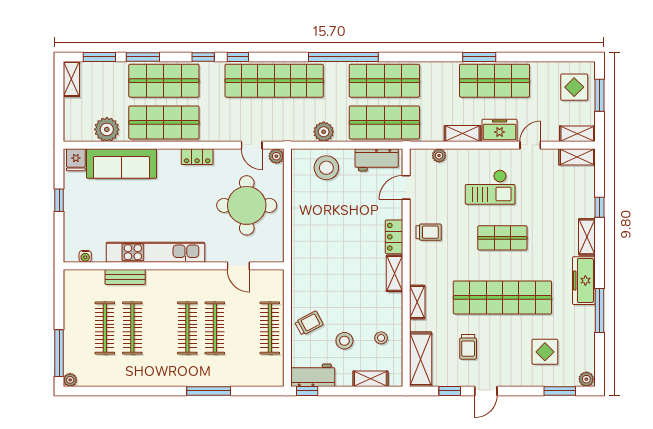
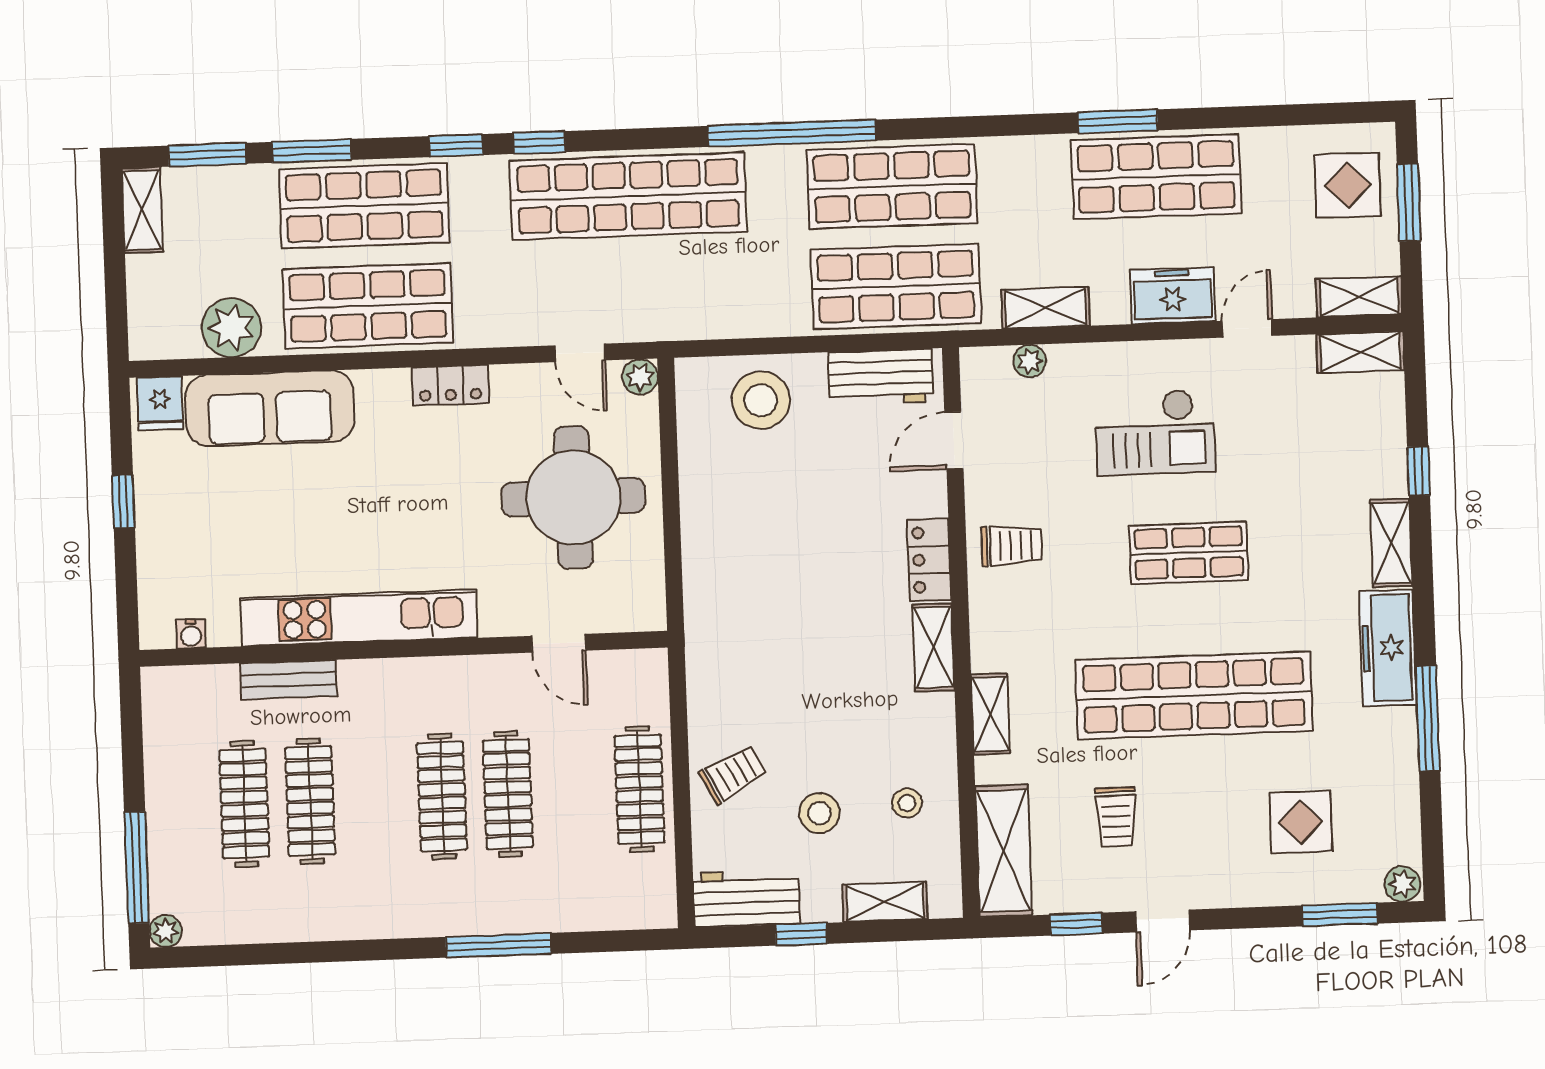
plant: (324, 132) -> (751, 314), removed
shelving: (462, 134) -> (1046, 308), moved
window: (307, 391) -> (801, 934), moved

